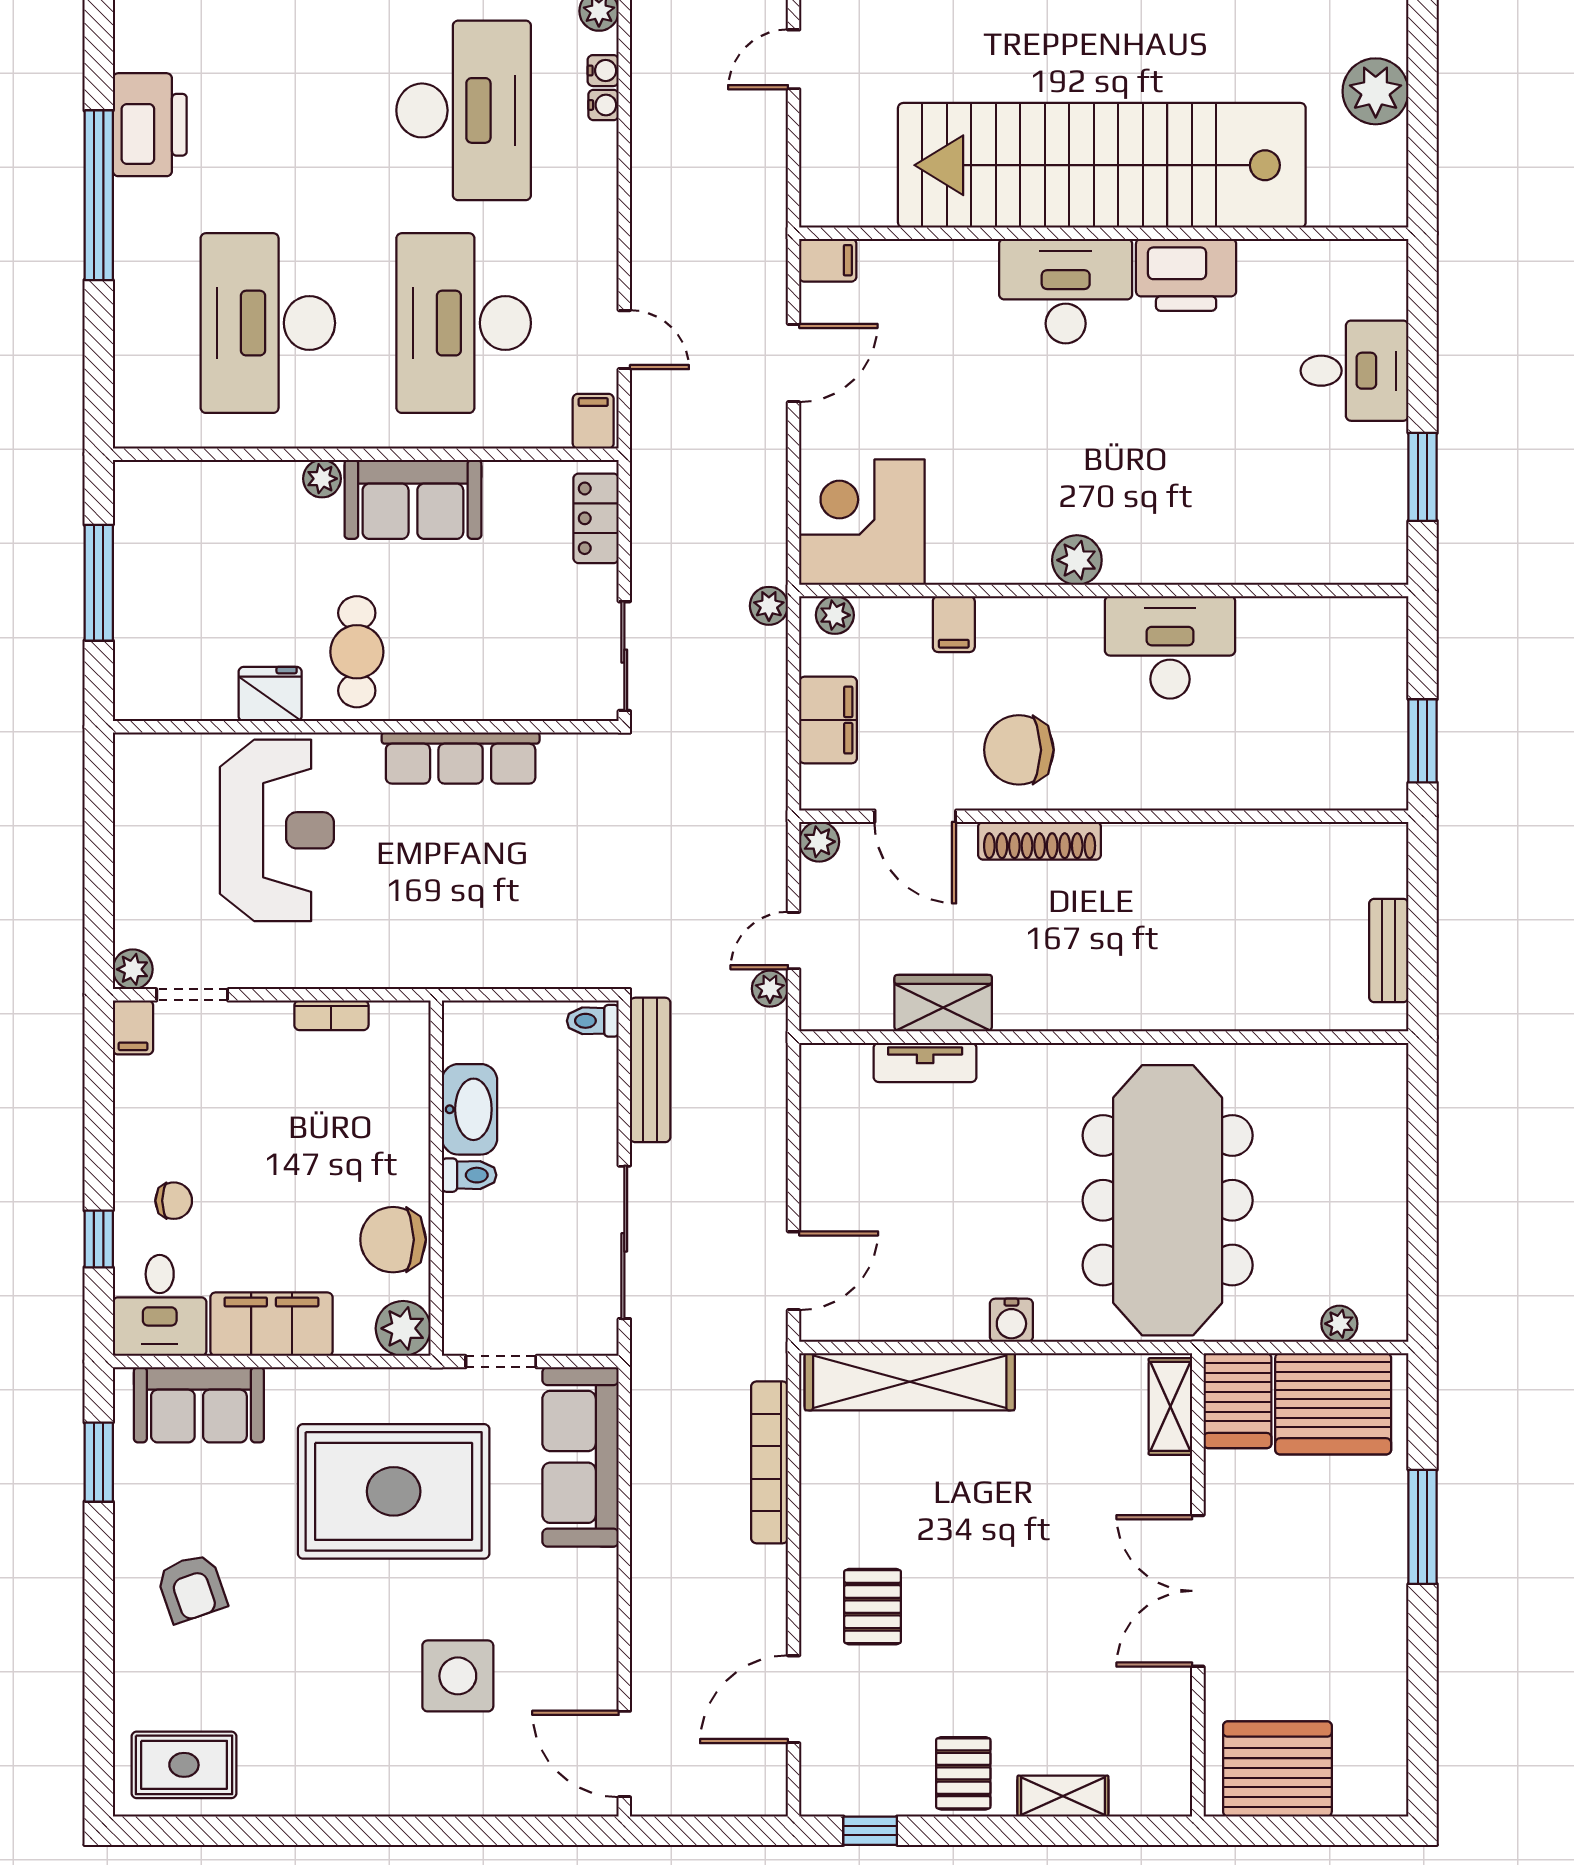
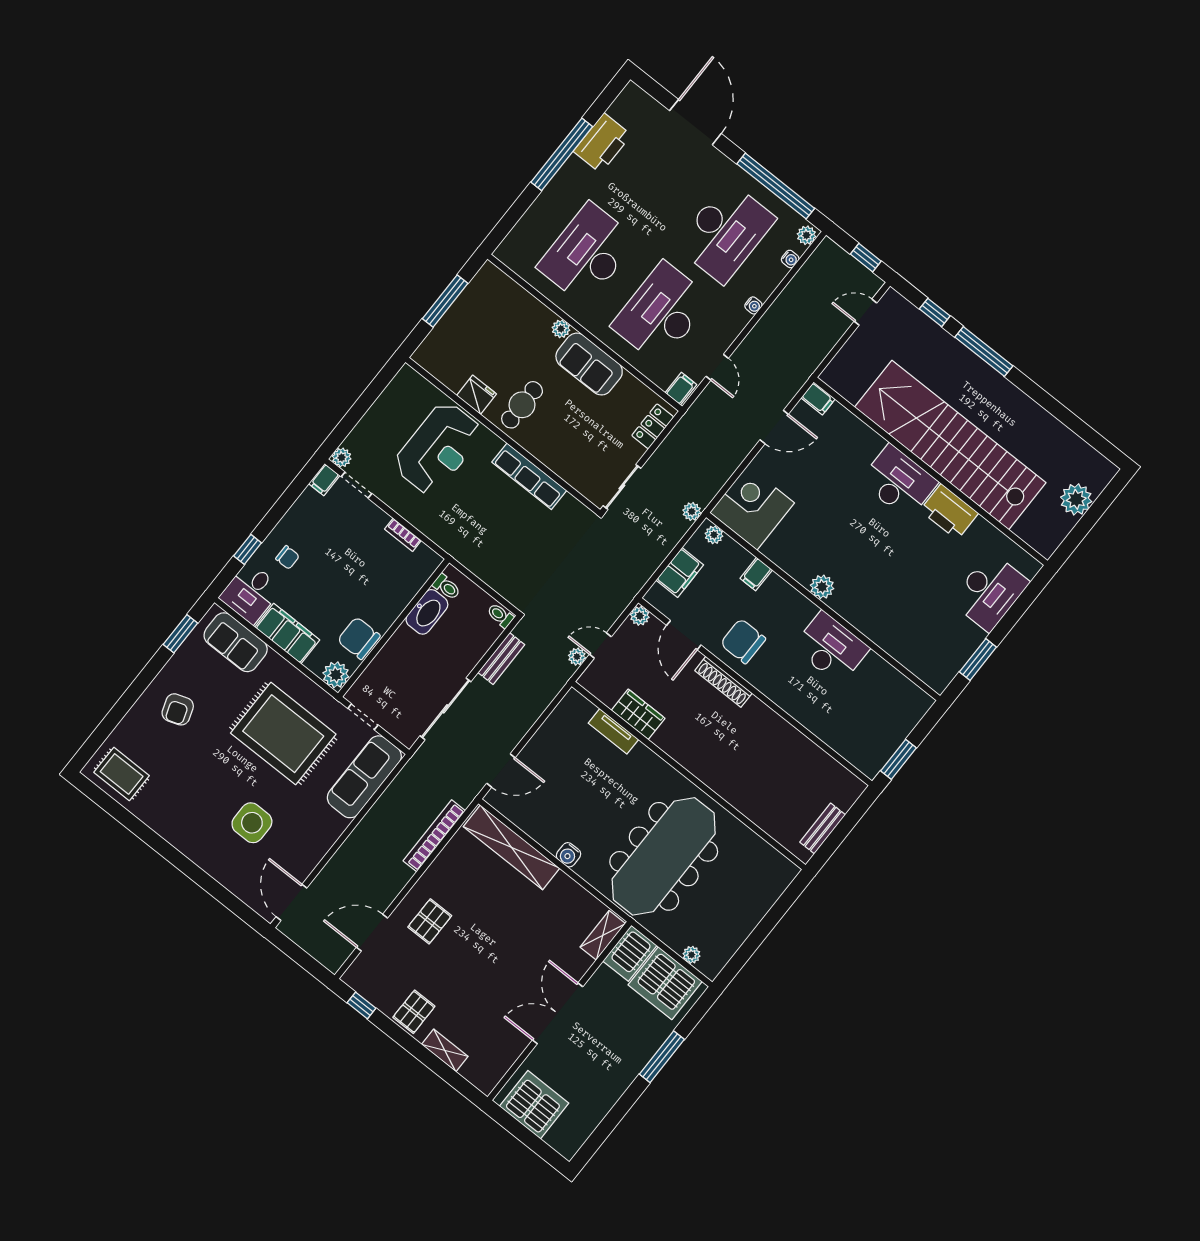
water cooler: (603, 105) -> (753, 305), moved
desk: (1355, 371) -> (990, 592), width x1.37
bench: (650, 1070) -> (501, 659), width x0.73
toilet: (469, 1175) -> (447, 587), moved

